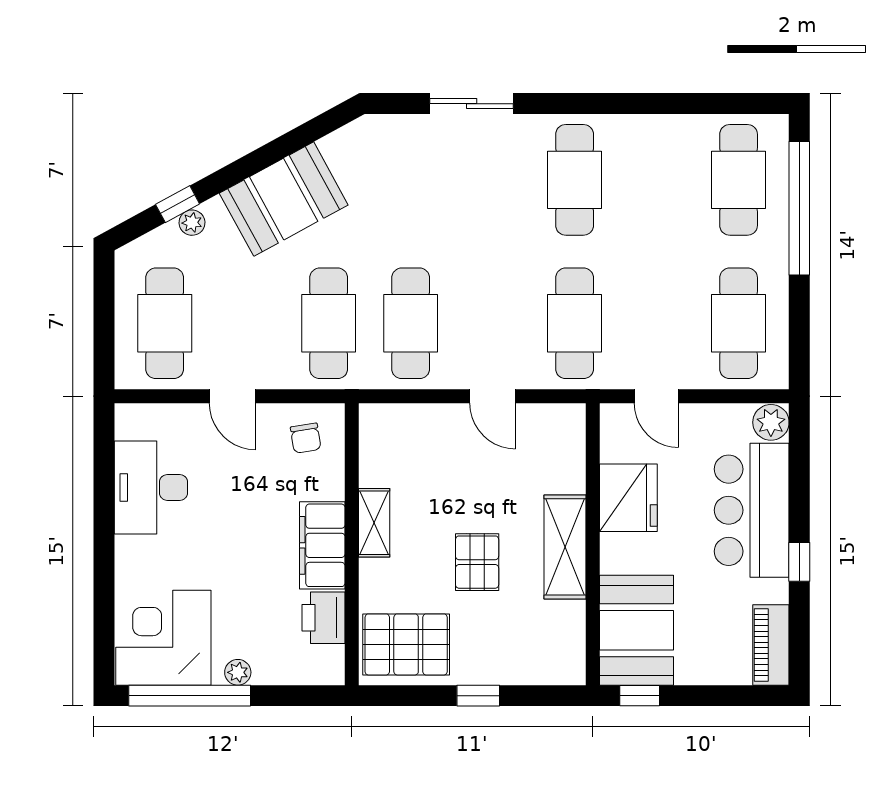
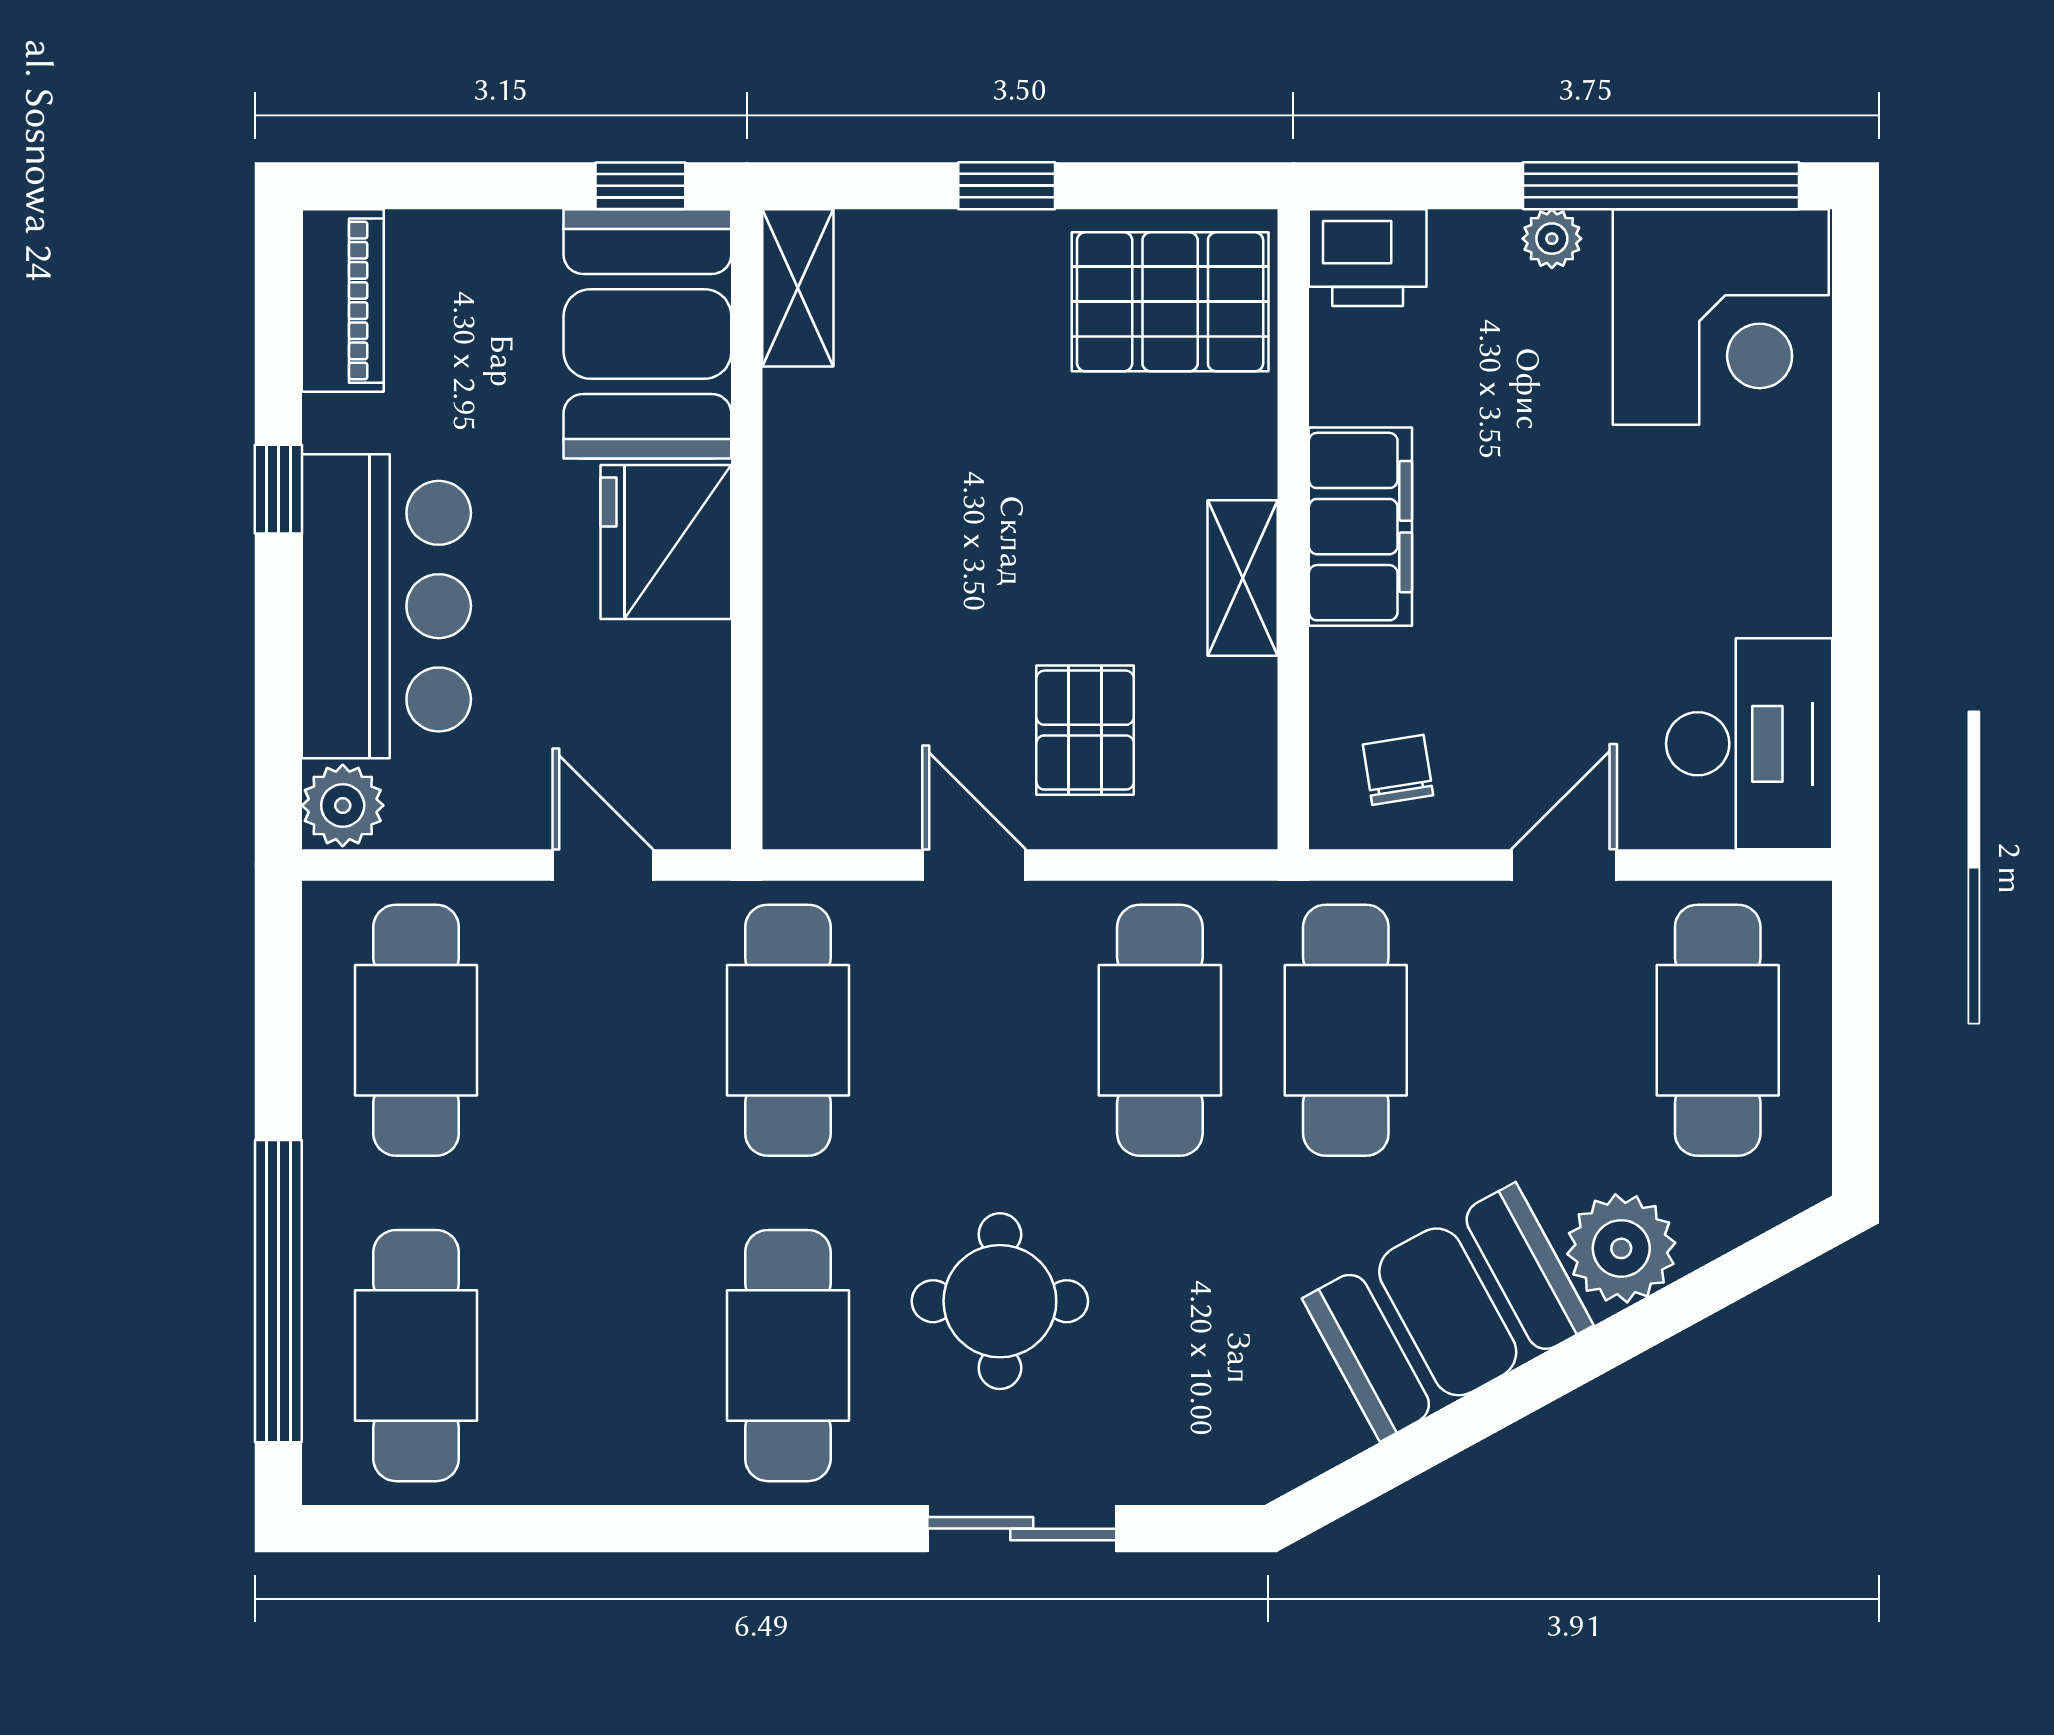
window: (178, 204) -> (1688, 1301), removed
round table: (481, 204) -> (1000, 1301), added
plant: (192, 223) -> (1621, 1248), width x1.87, depth x1.87
door: (232, 396) -> (1564, 865), hinge flipped
desk: (151, 487) -> (1749, 744), moved
fridge: (628, 498) -> (666, 542), moved
shelving: (565, 547) -> (798, 288), moved, width x0.67, depth x0.75
pallet: (477, 562) -> (1085, 730), moved
printer: (324, 618) -> (1368, 258), moved, turned 90

